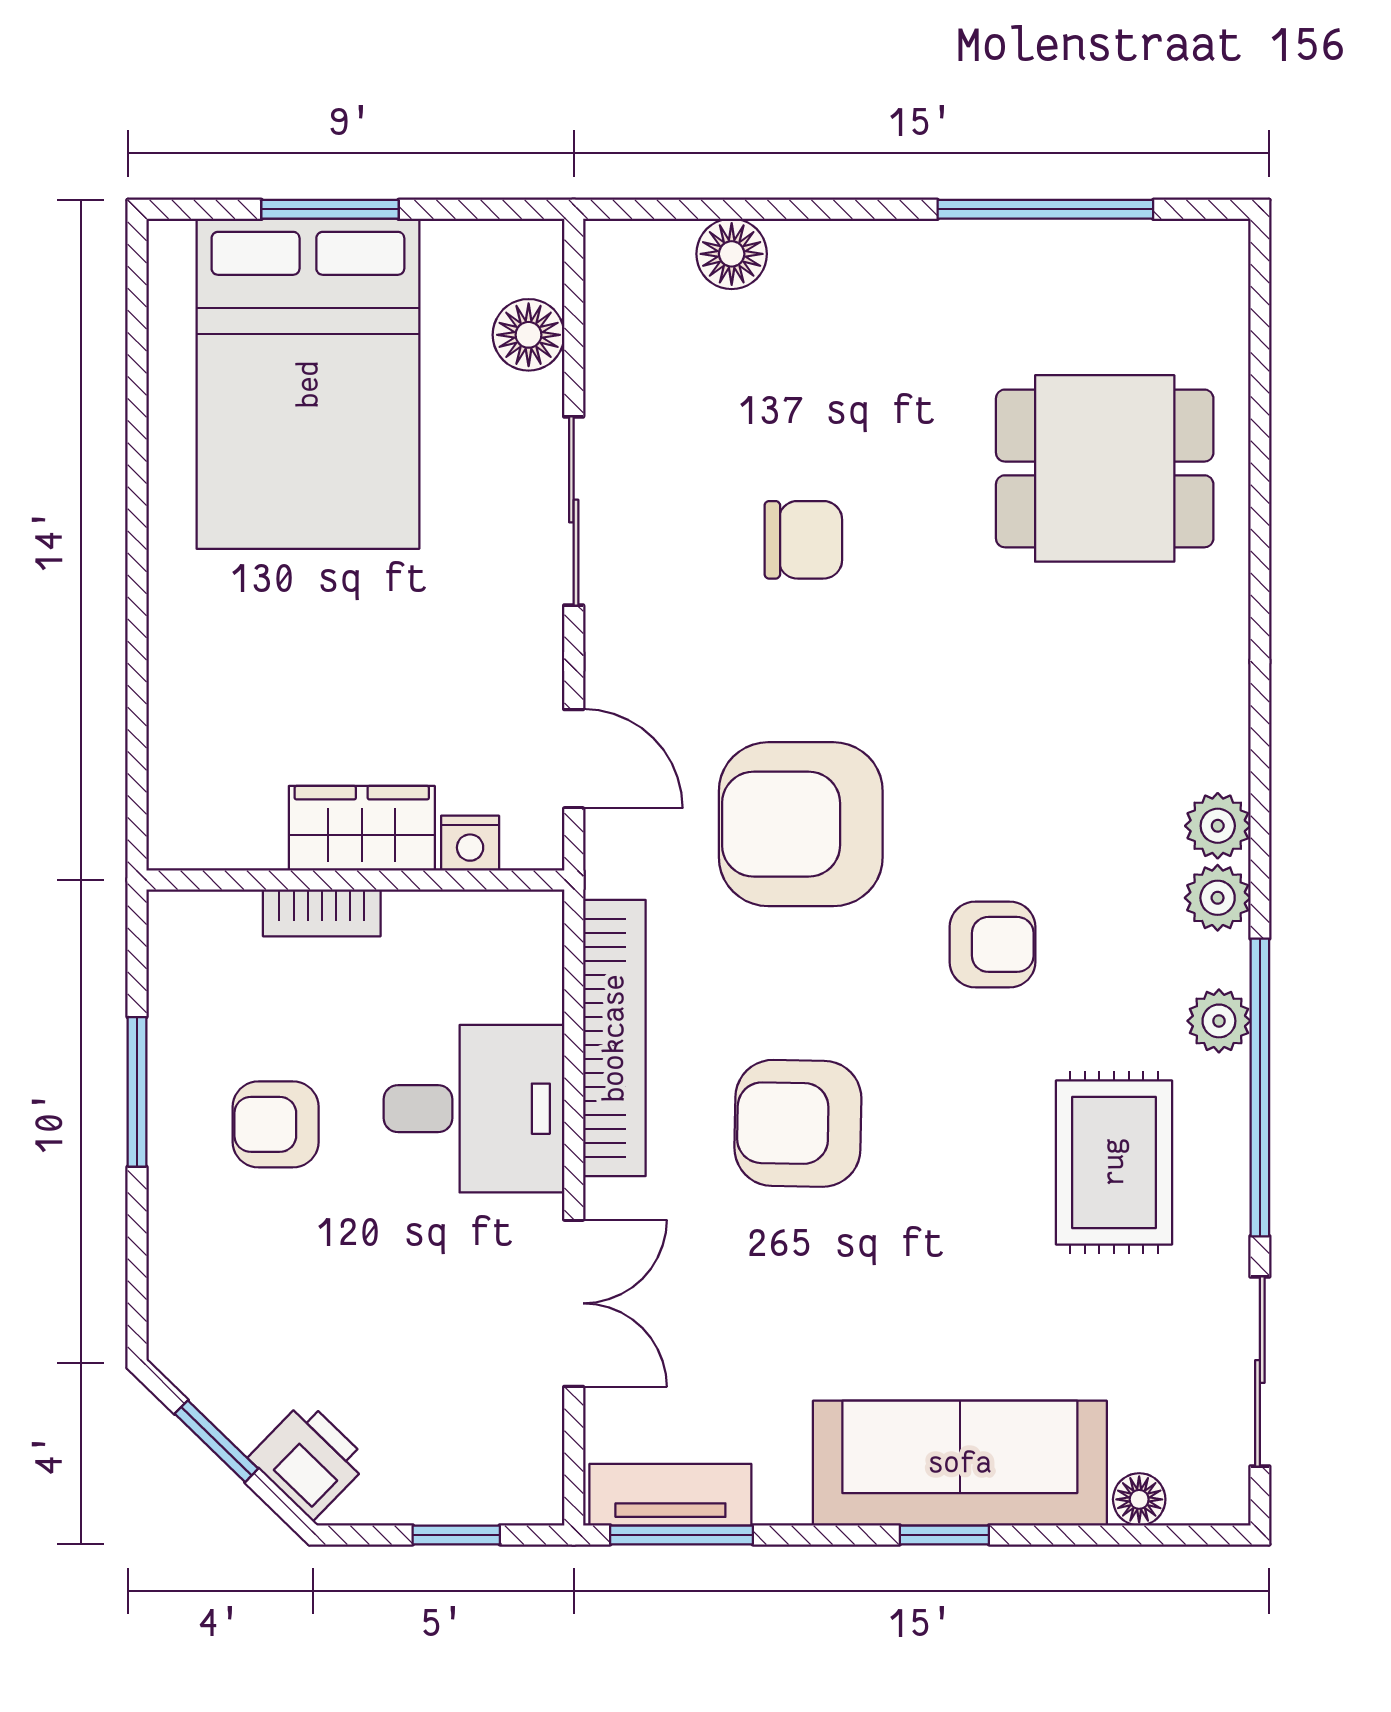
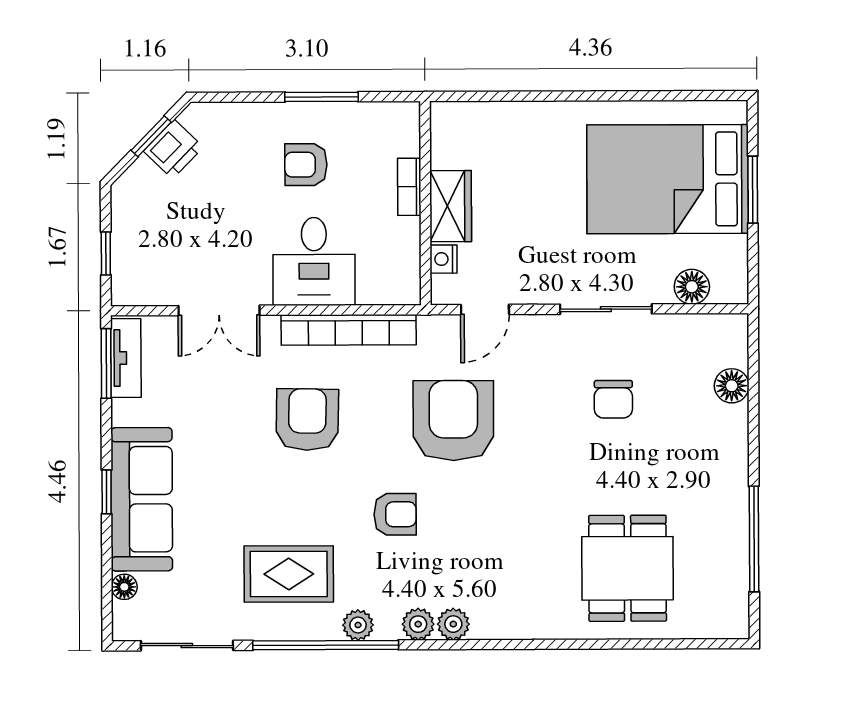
chair: (803, 540) -> (613, 399), moved
armchair: (992, 944) -> (395, 514), turned -90
armchair: (276, 1124) -> (306, 165), turned -90
printer: (309, 1460) -> (173, 149), moved

